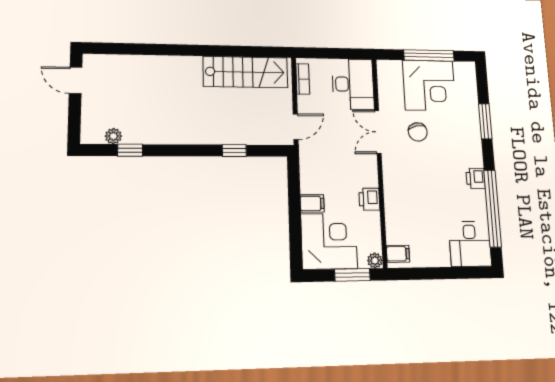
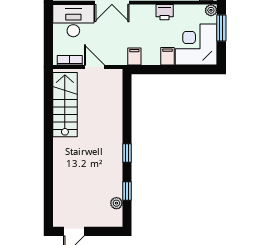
door: (296, 127) -> (94, 67), moved
window: (234, 151) -> (127, 153), moved
filing cabinet: (310, 160) -> (134, 57), added

